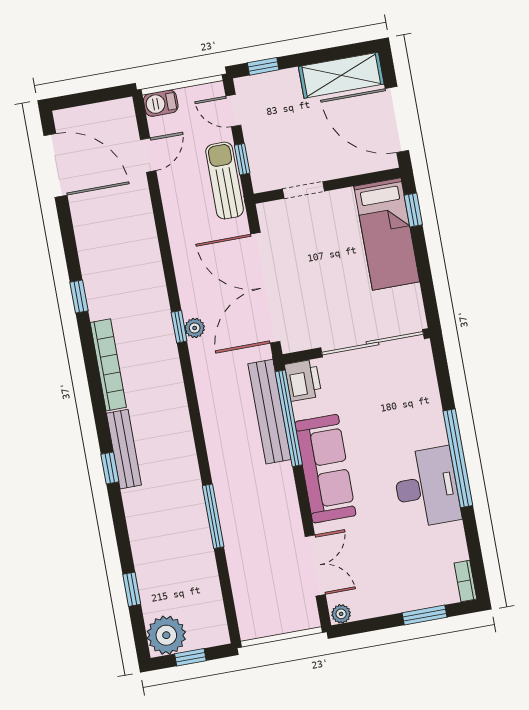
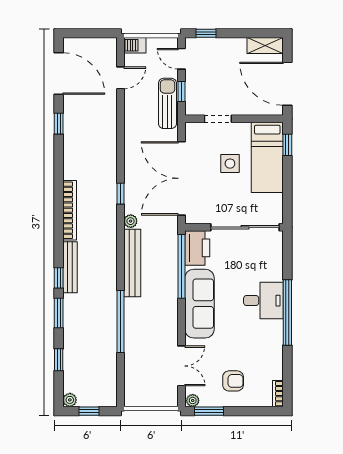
shelving: (341, 75) -> (265, 46), width x0.67, depth x0.75
side table: (333, 253) -> (230, 164), added
window: (79, 296) -> (59, 124), moved
plant: (195, 328) -> (131, 221), moved
printer: (303, 380) -> (197, 248), width x1.37, depth x1.19
bench: (269, 412) -> (132, 263), moved
desk: (427, 487) -> (263, 301), moved, width x0.73
window: (213, 516) -> (120, 322), width x1.46
window: (119, 520) -> (59, 313), added
armchair: (396, 574) -> (233, 381), added
window: (425, 615) -> (209, 411), moved
plant: (166, 635) -> (70, 400), width x0.53, depth x0.53

